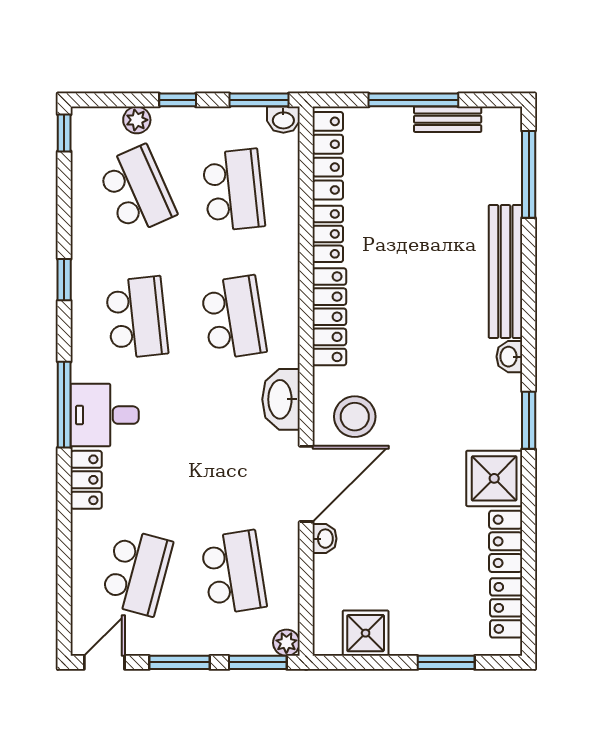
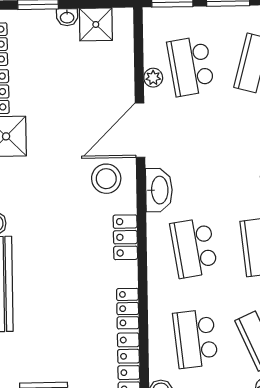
locker: (329, 317) -> (125, 237), width x0.66
washbasin: (325, 539) -> (67, 17), moved, turned -90
plant: (286, 643) -> (153, 78), moved

